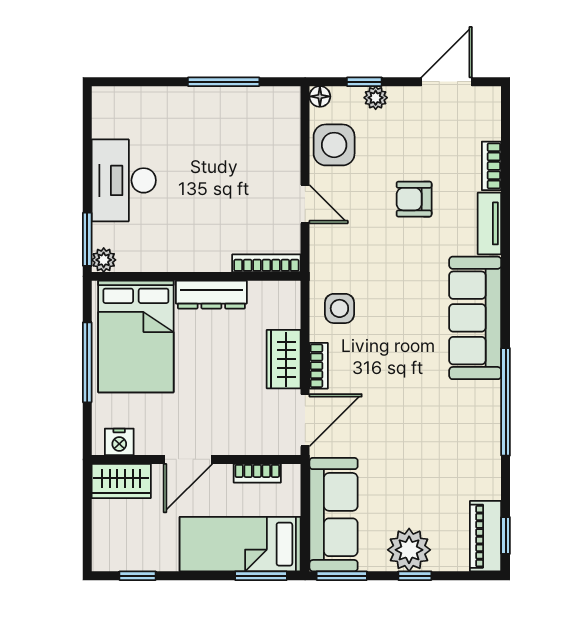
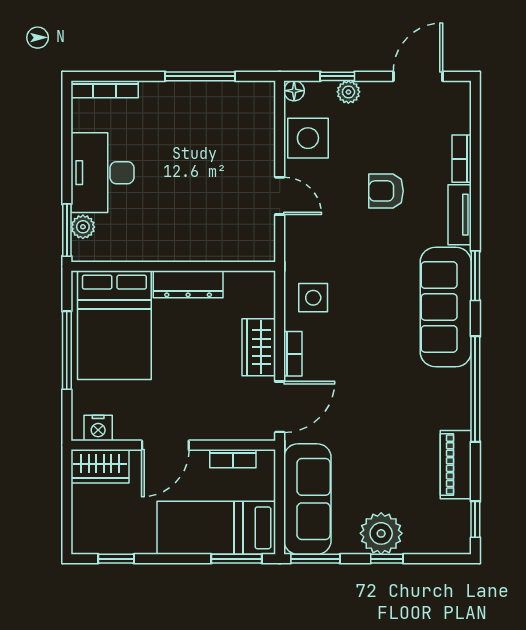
plant: (104, 260) -> (83, 227), moved
bookcase: (266, 263) -> (105, 89), moved, turned 180
window: (506, 286) -> (475, 276), added
piano: (486, 536) -> (456, 465), moved

